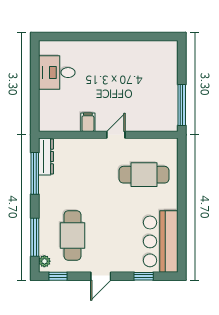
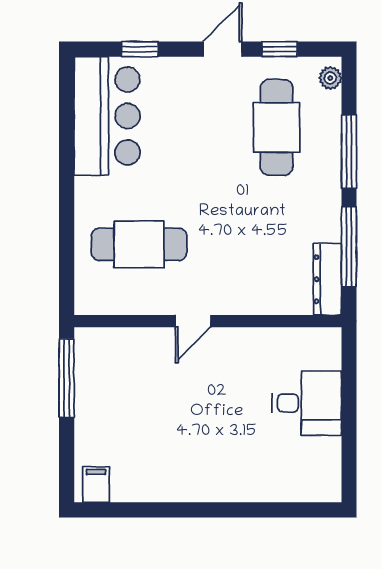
desk: (57, 73) -> (307, 403), moved
filing cabinet: (88, 122) -> (96, 484), moved, turned 180
window: (35, 237) -> (349, 152), moved
window: (58, 276) -> (280, 49), moved

